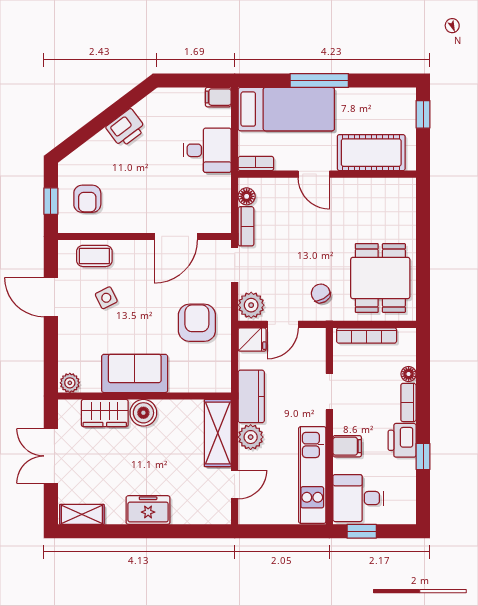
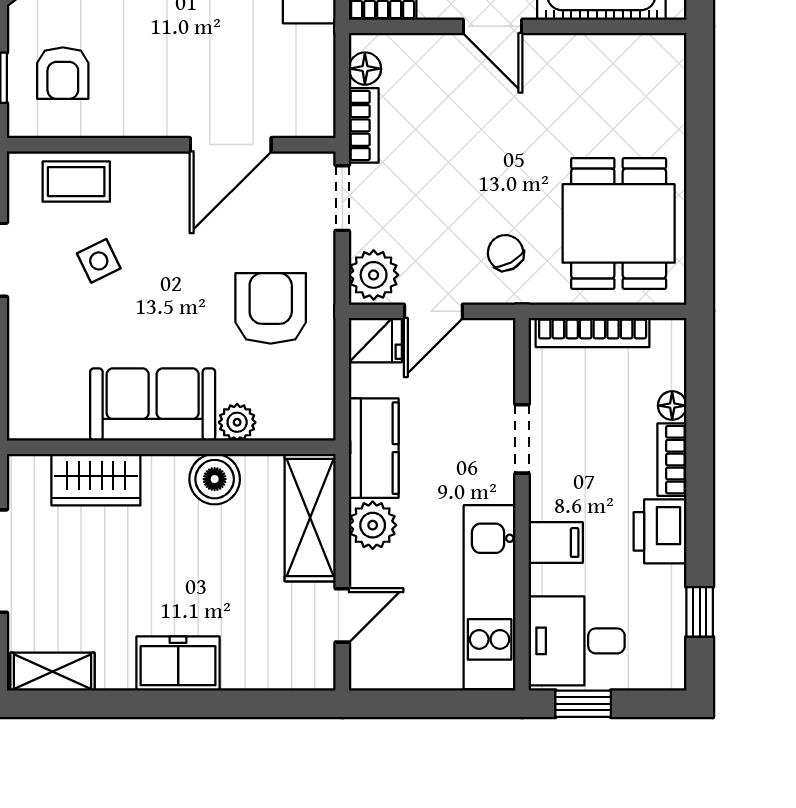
plant: (70, 383) -> (237, 422), moved
boiler: (143, 413) -> (215, 479), moved
window: (423, 456) -> (700, 612), moved

